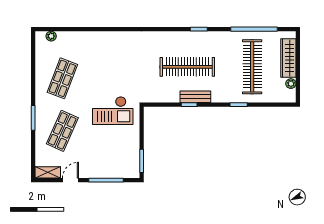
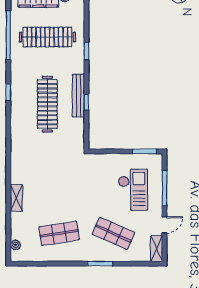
shelving: (97, 37) -> (16, 198), added
shop shelf: (62, 78) -> (59, 233), turned -30
bench: (195, 97) -> (78, 96), width x1.36
checkout: (113, 111) -> (133, 190), moved
door: (71, 180) -> (164, 225), swing flipped

